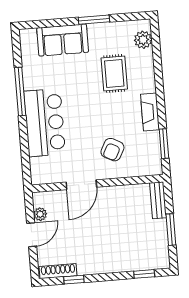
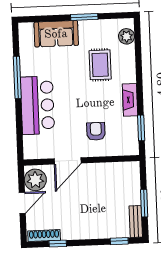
armchair: (112, 150) -> (96, 131), turned 152
bench: (158, 200) -> (136, 221), moved
plant: (40, 214) -> (35, 180), width x1.88, depth x1.88

